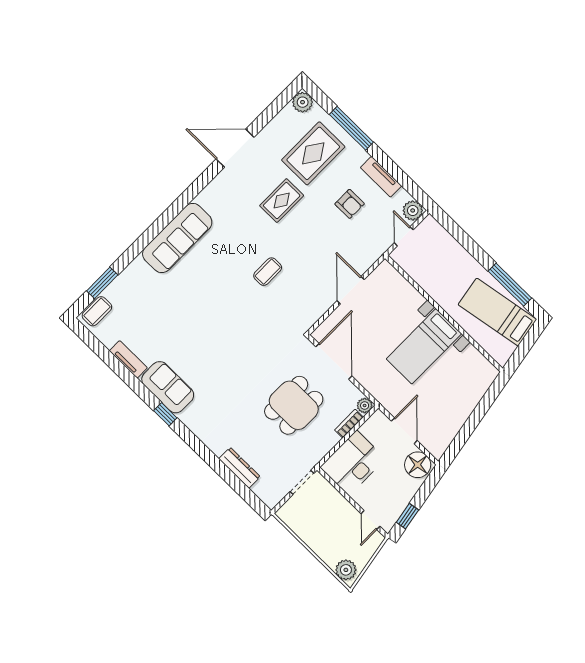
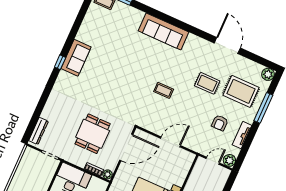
tv unit: (128, 359) -> (84, 29), removed
dining table: (294, 405) -> (93, 134), turned 90
dresser: (239, 468) -> (38, 131), moved

